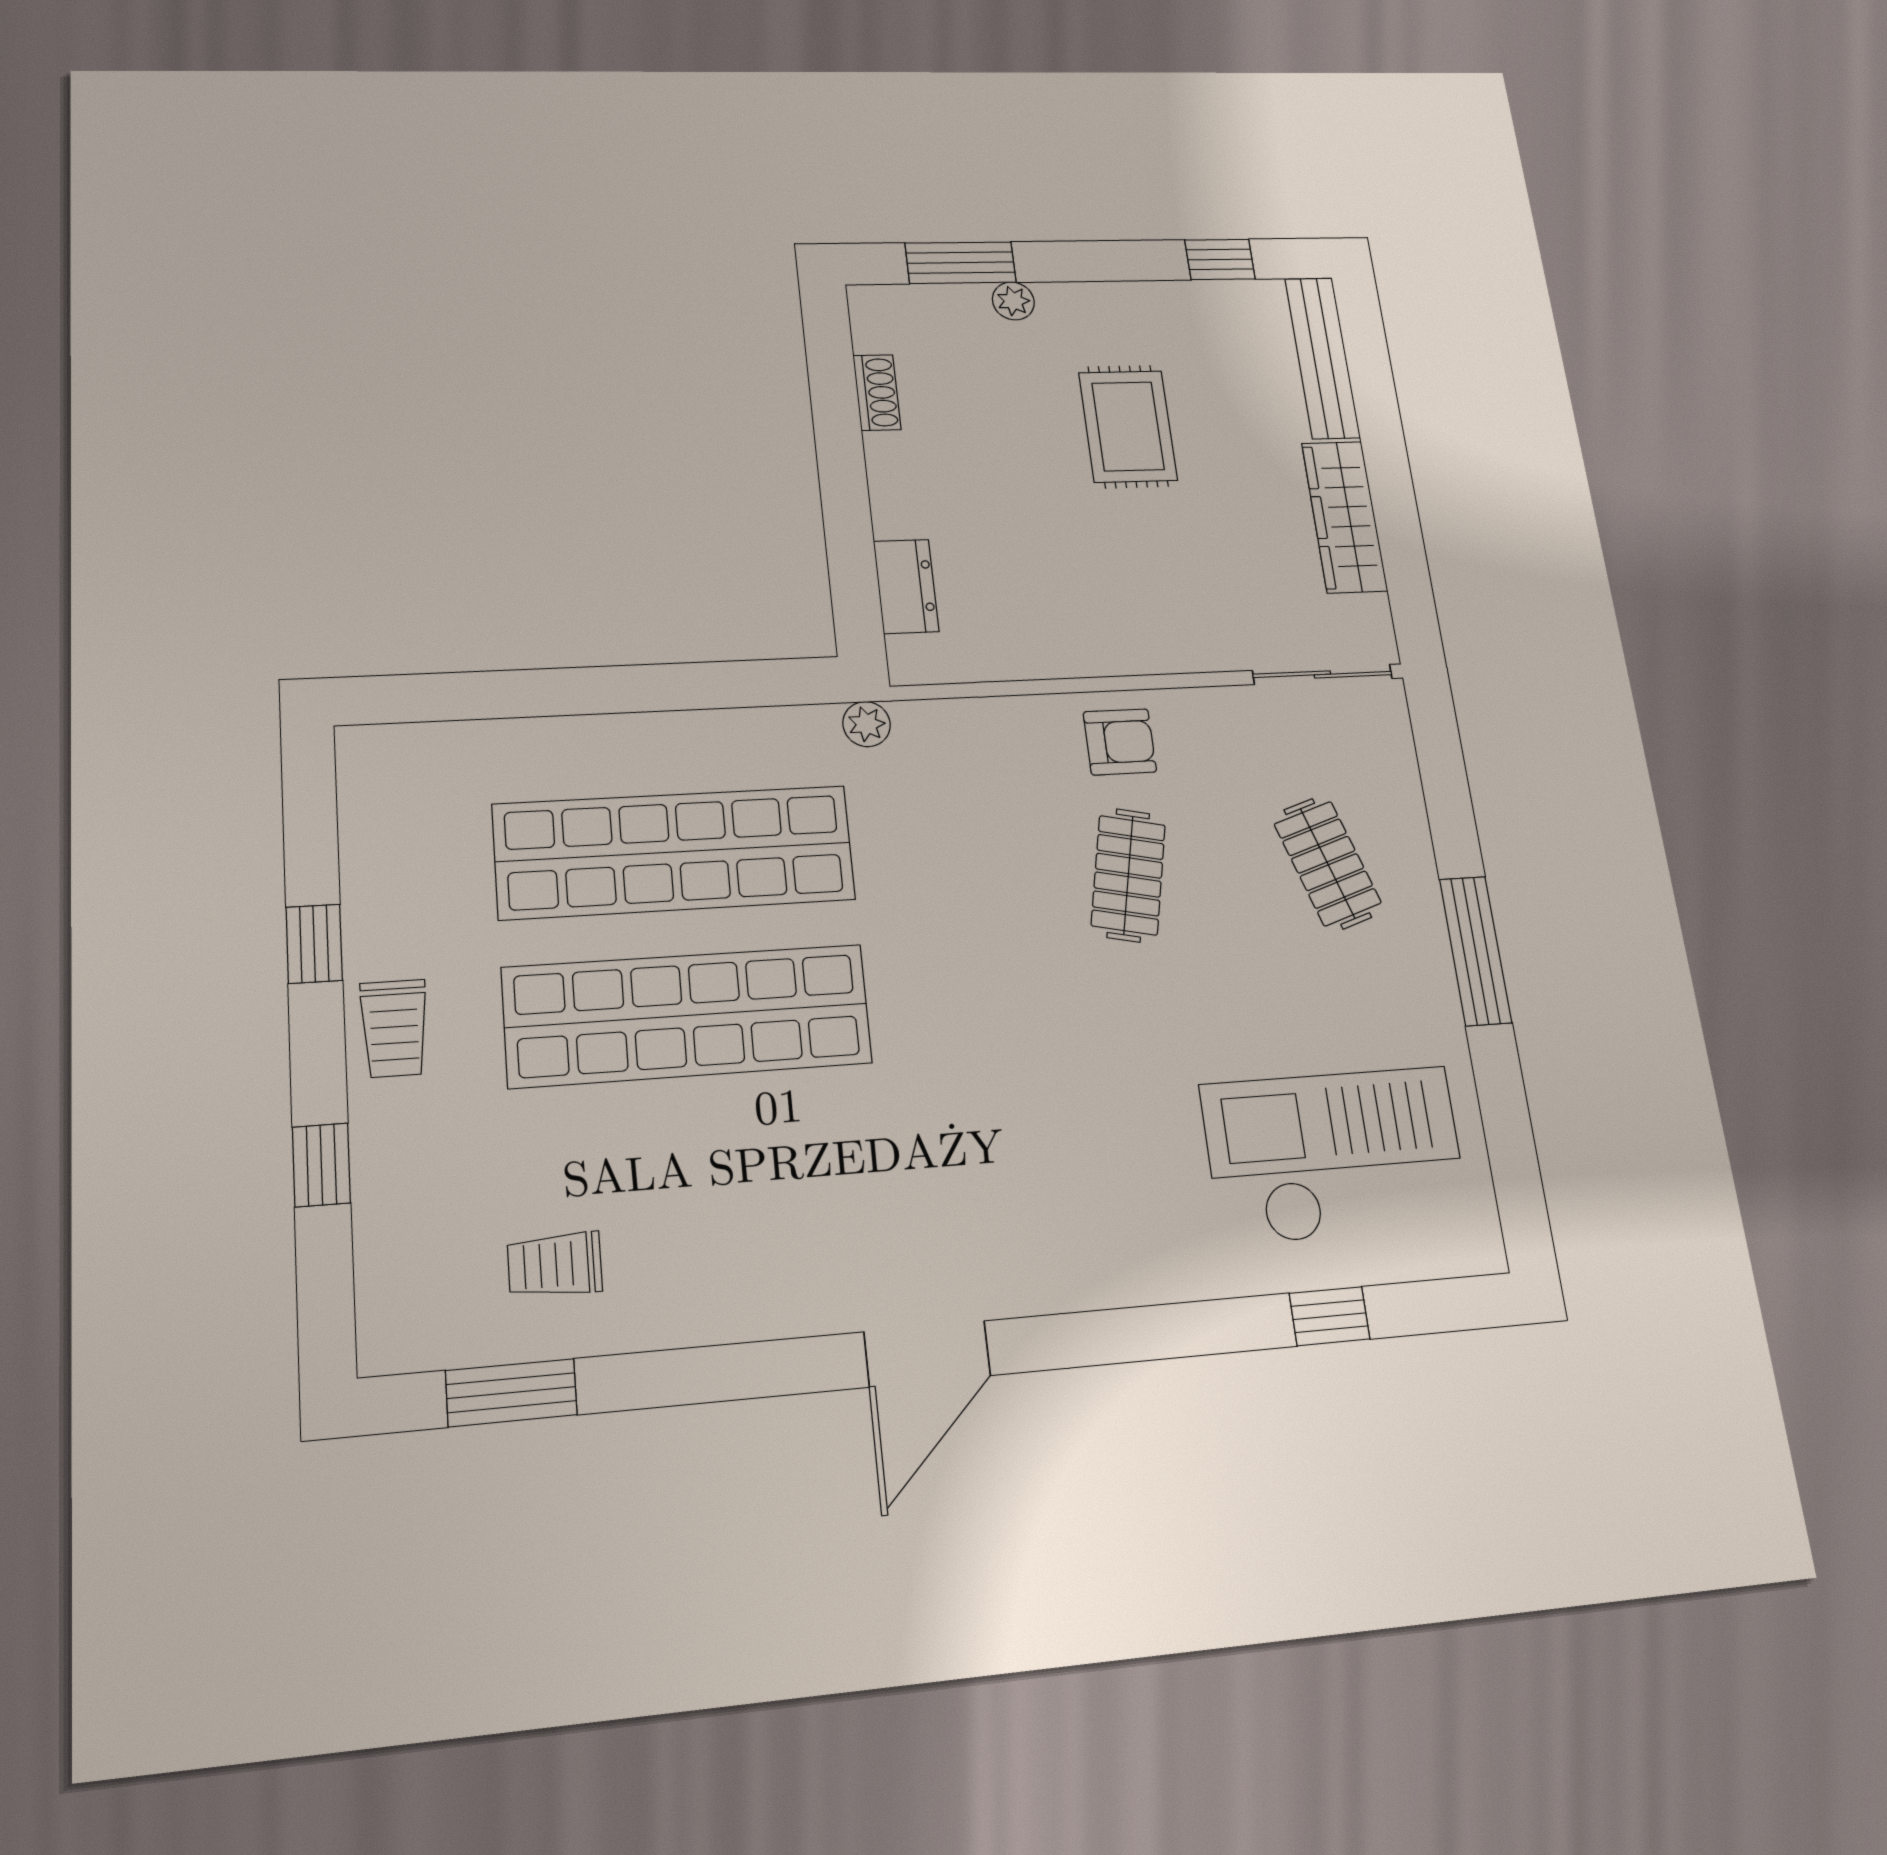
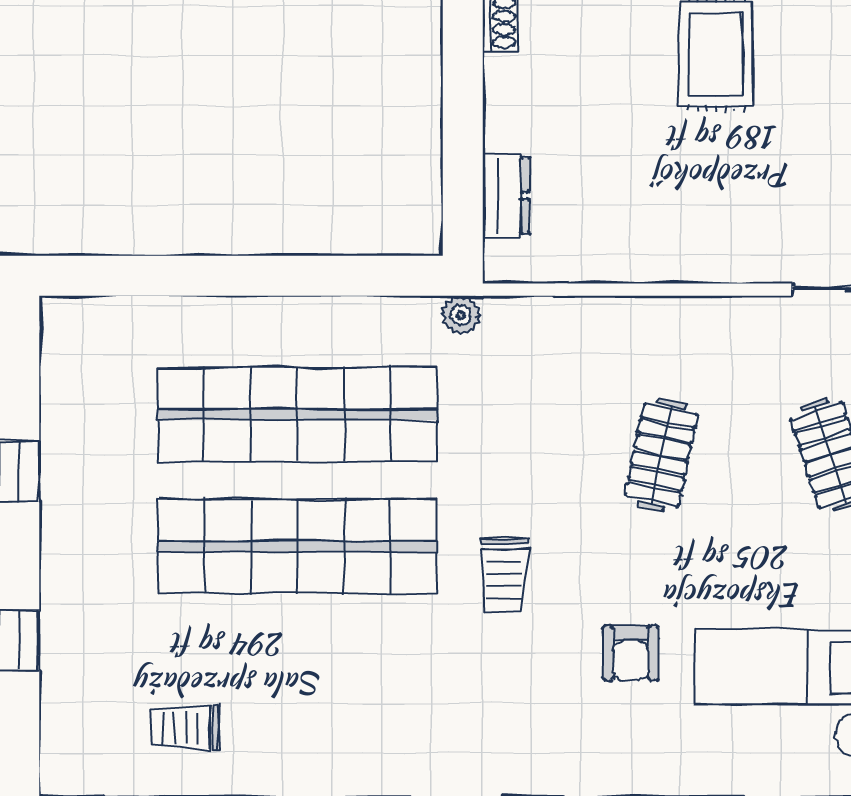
armchair: (1120, 742) -> (631, 653), moved, turned 90
trolley: (394, 1028) -> (504, 575), moved

